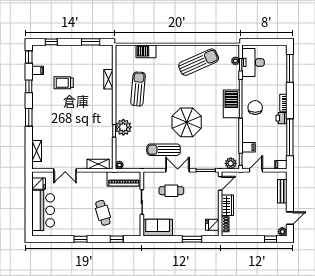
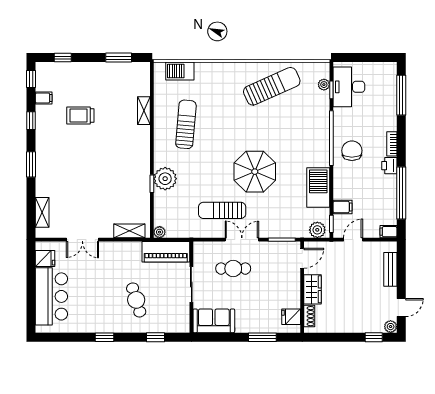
barbecue: (146, 51) -> (180, 71), moved
barbecue: (231, 104) -> (318, 187), moved

